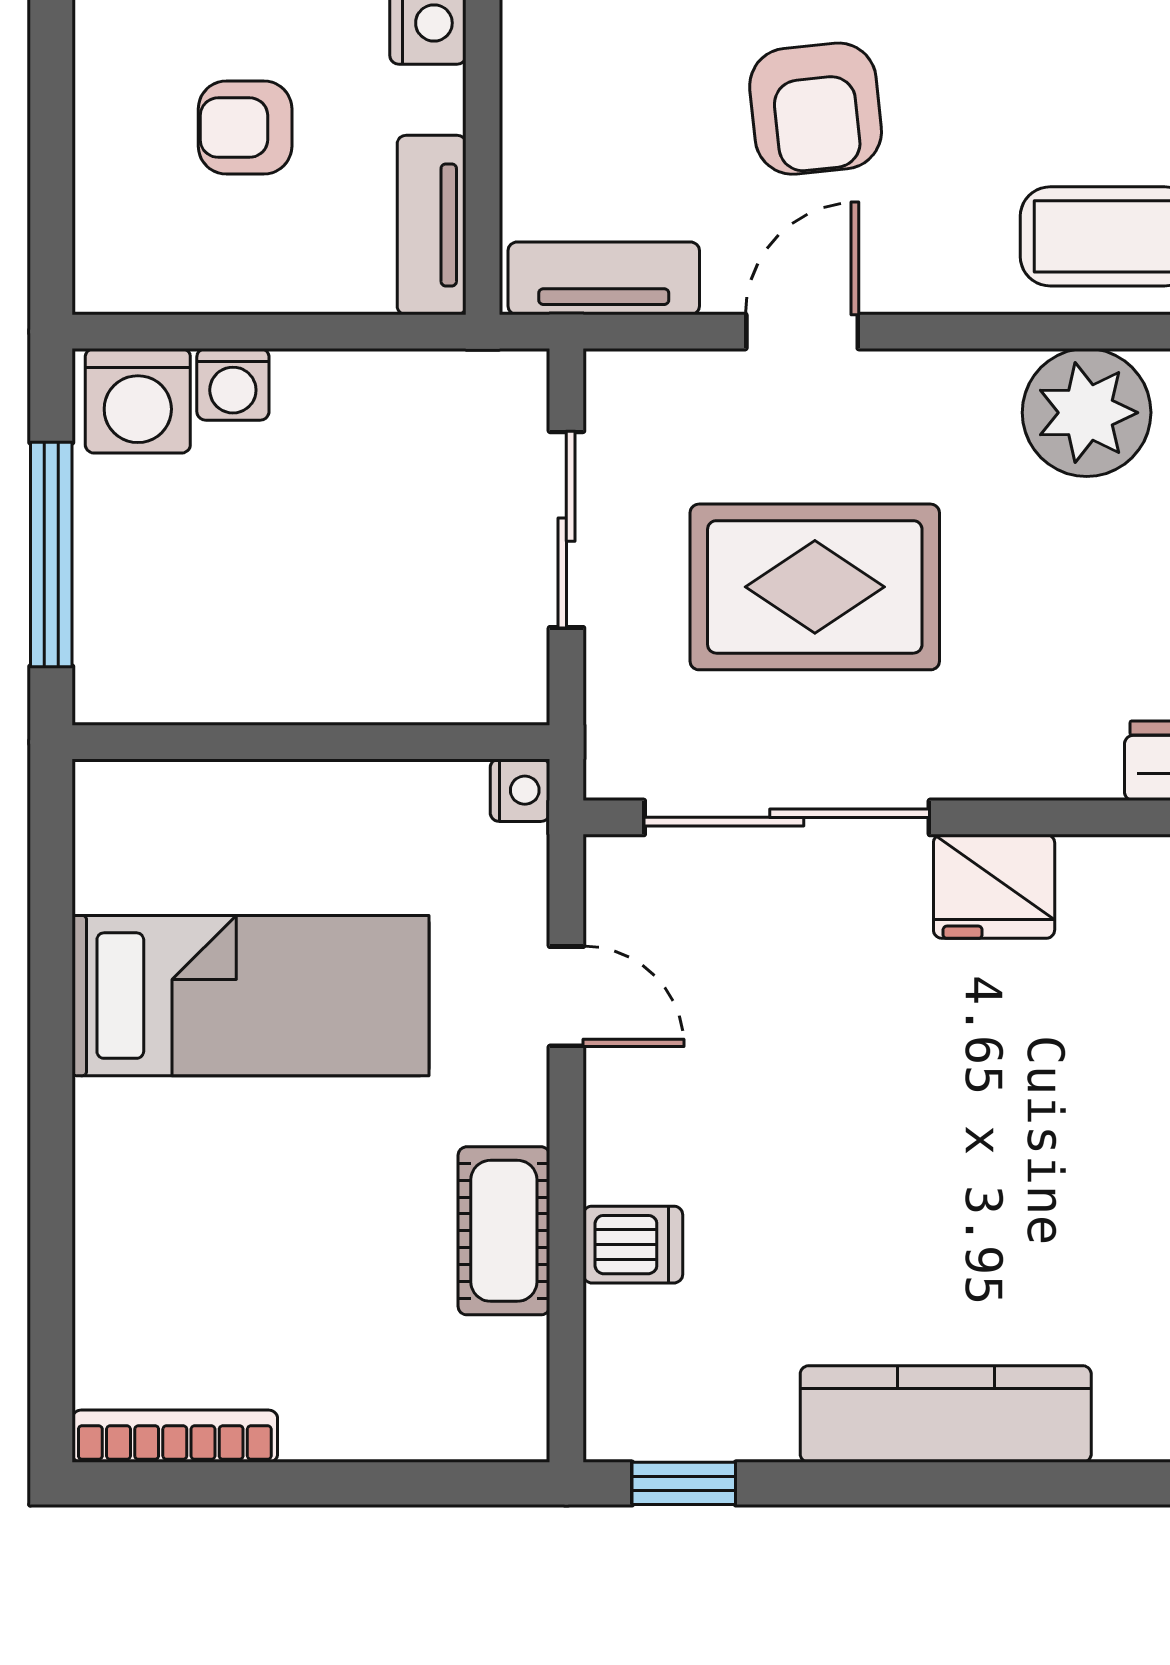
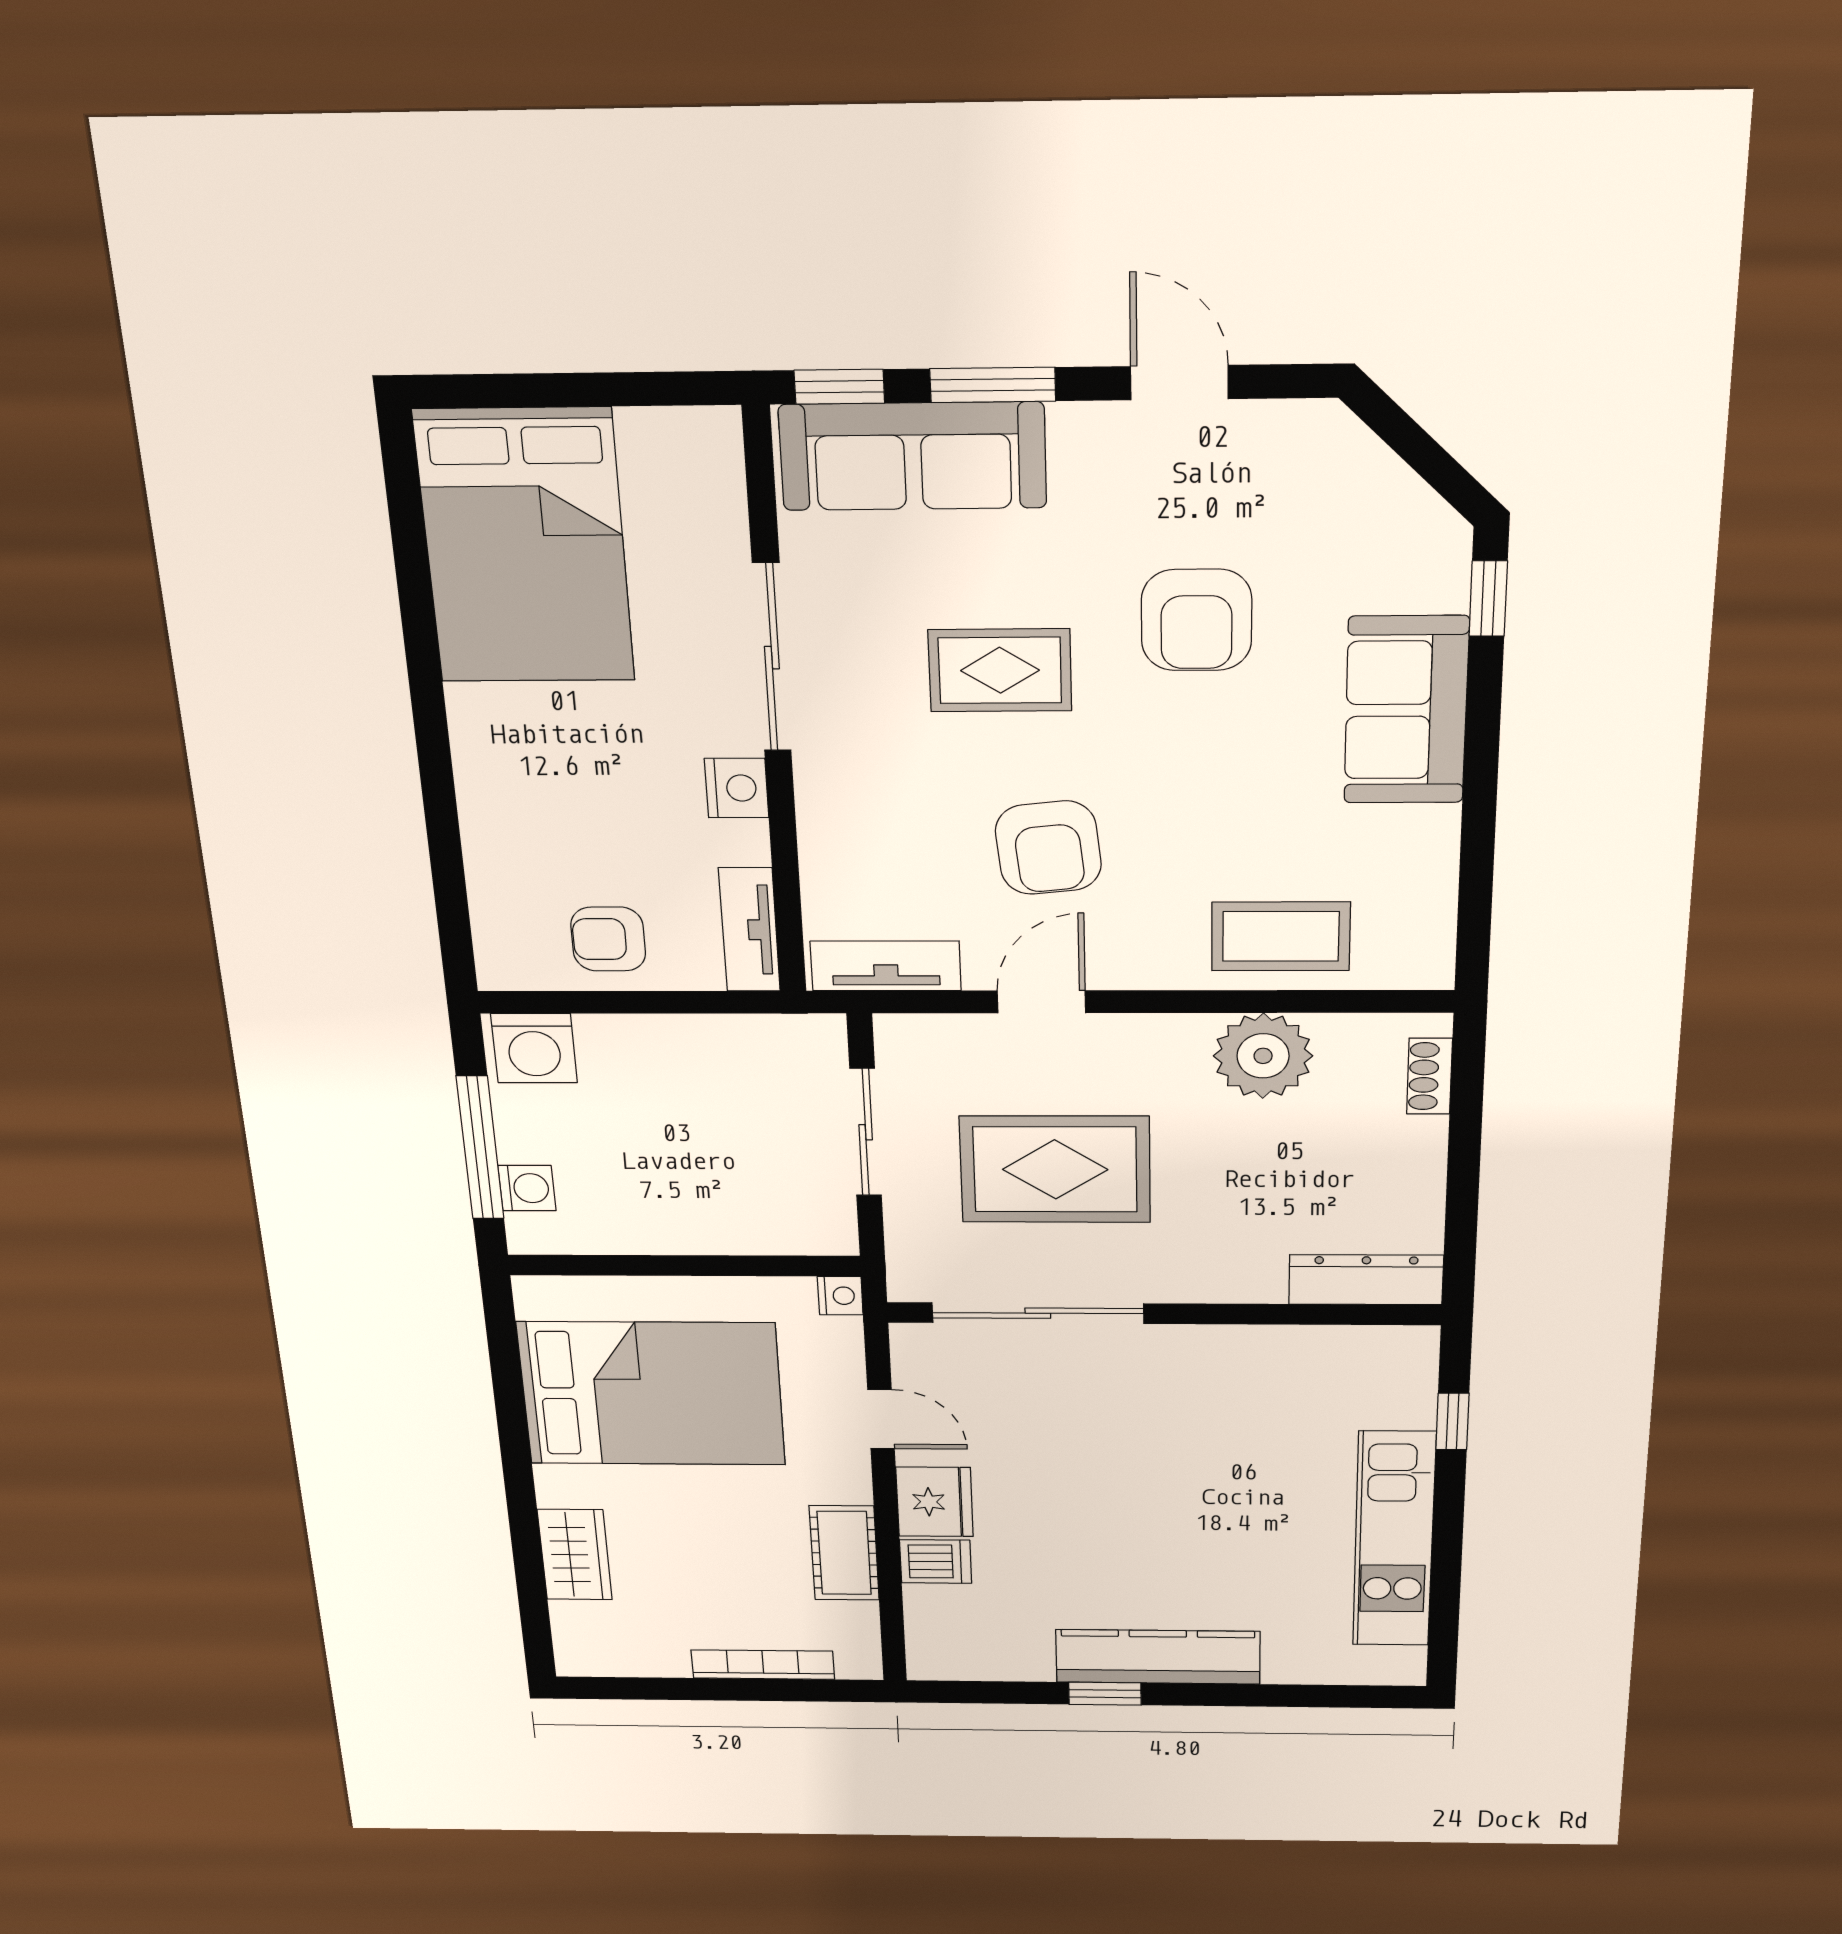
armchair: (245, 128) -> (608, 939), moved
washing machine: (233, 384) -> (527, 1188), moved, turned -90
fridge: (994, 886) -> (935, 1502), moved, turned -90
bed: (251, 996) -> (652, 1394), width x1.50
wardrobe: (119, 1238) -> (575, 1555), added
bookcase: (175, 1436) -> (763, 1665), moved
window: (684, 1483) -> (1105, 1694), moved

